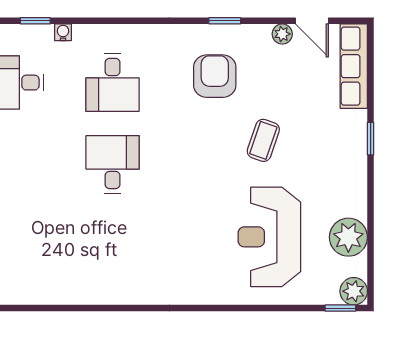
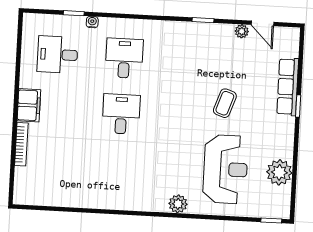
row of seats: (354, 66) -> (288, 87), moved
armchair: (215, 76) -> (194, 58), removed
desk: (113, 83) -> (124, 58), turned 180
reception desk: (269, 237) -> (225, 169), turned 180
plant: (354, 291) -> (178, 204), moved

